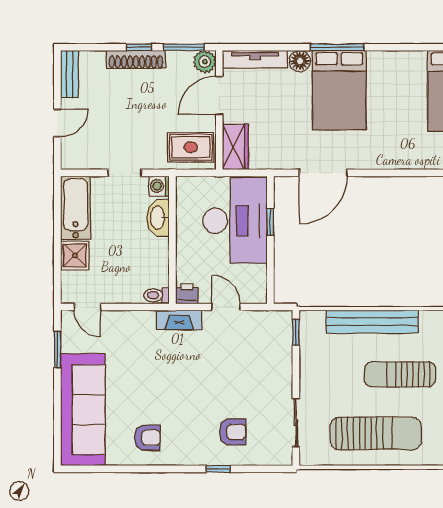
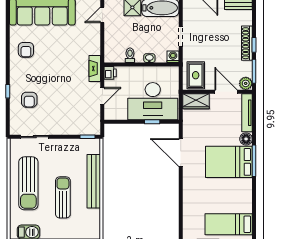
washbasin: (158, 218) -> (149, 58), width x0.52, depth x0.69
toilet: (157, 295) -> (130, 55), moved

